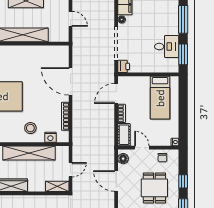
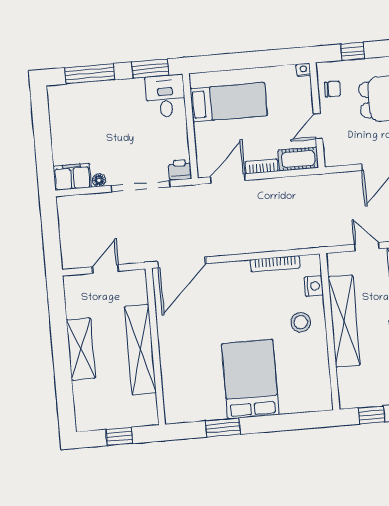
desk: (167, 47) -> (165, 96), moved
door: (70, 81) -> (182, 262), moved
door: (116, 93) -> (228, 179), swing flipped
floor lamp: (123, 159) -> (340, 157), removed
window: (183, 181) -> (353, 51), moved

